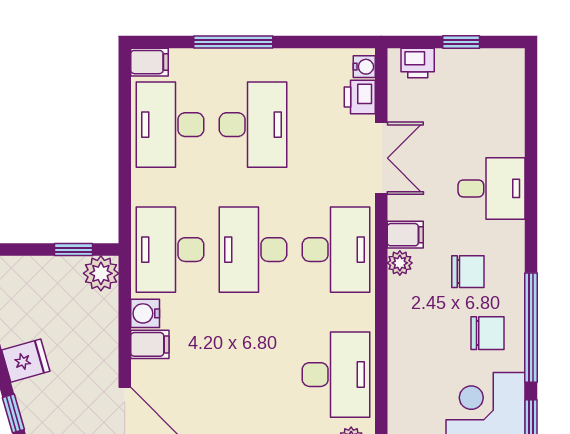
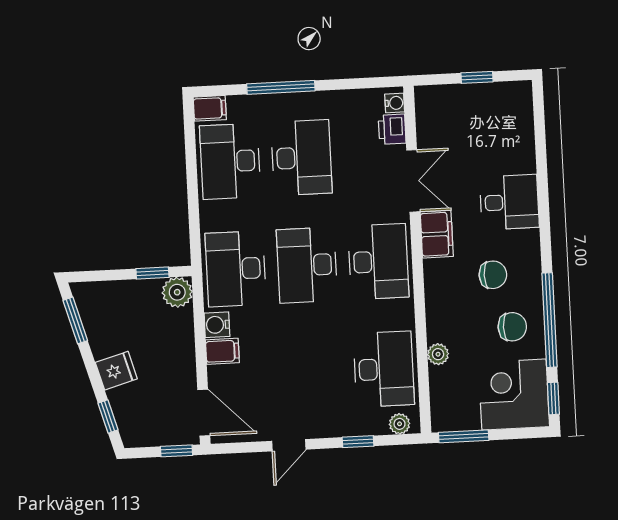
printer: (418, 63) -> (440, 97), removed
filing cabinet: (405, 235) -> (437, 234), width x2.00
plant: (400, 263) -> (438, 354), moved

